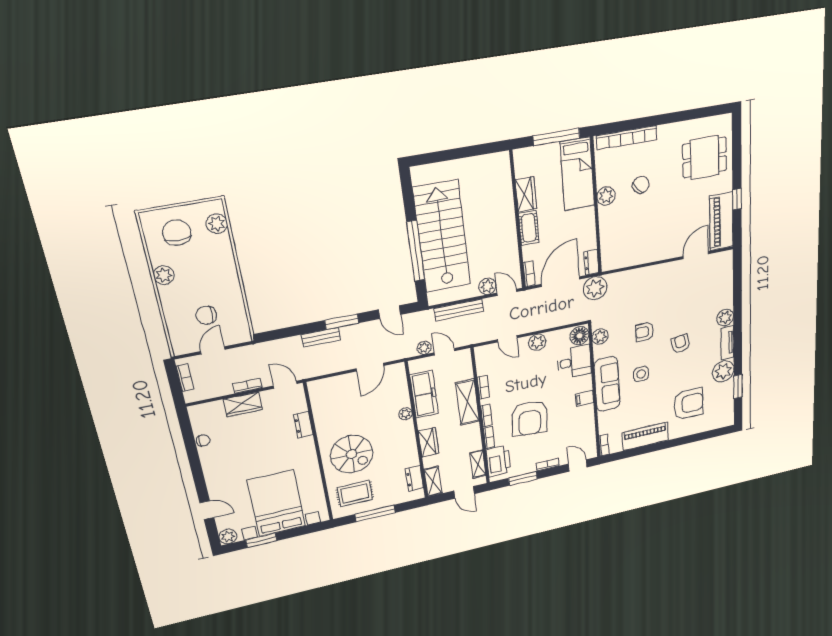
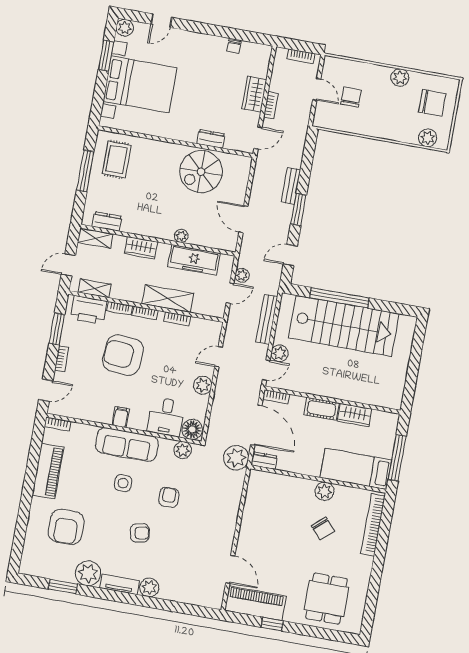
spiral stairs: (352, 454) -> (201, 172), moved

